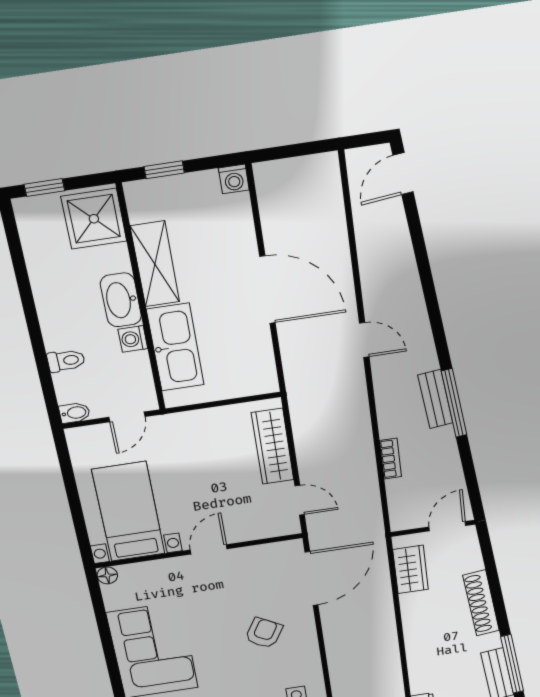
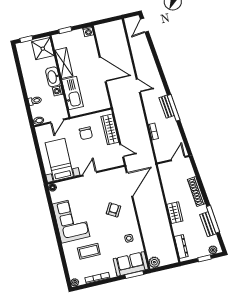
chair: (206, 452) -> (86, 133), added
wardrobe: (411, 569) -> (175, 213), moved

